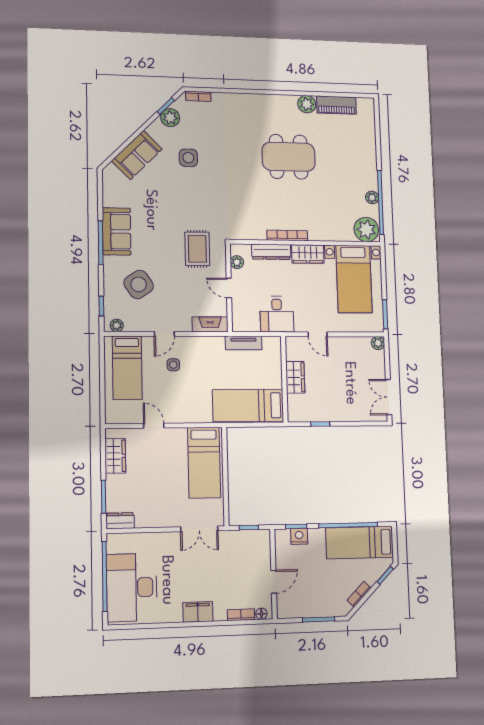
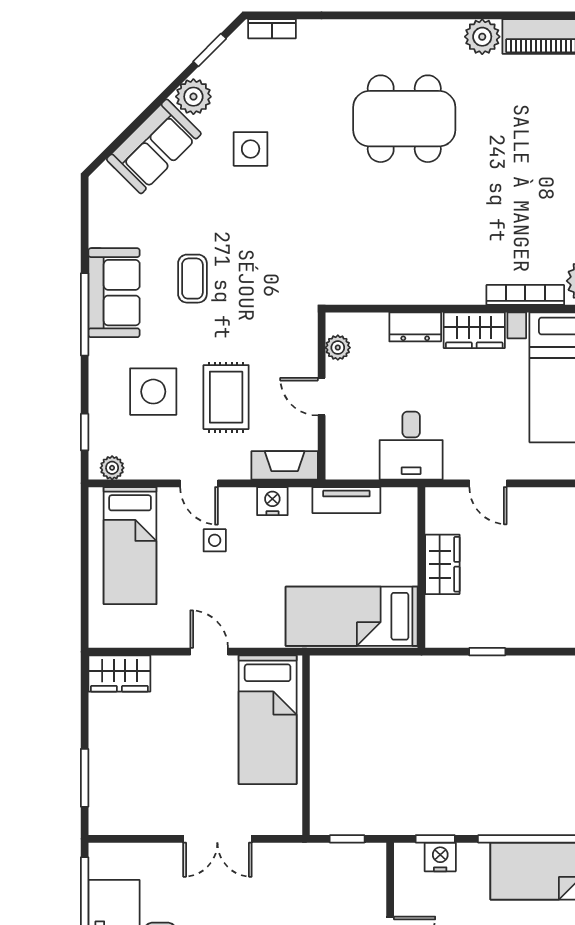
plant: (170, 118) -> (193, 97), moved
dining table: (289, 157) -> (404, 119), moved
coffee table: (159, 225) -> (192, 279), added
bookcase: (287, 235) -> (525, 295), moved
rug: (197, 249) -> (226, 397), moved
dresser: (271, 252) -> (415, 327), width x0.70
side table: (139, 284) -> (153, 392), turned 34
door: (164, 334) -> (199, 483), hinge flipped
nightstand: (204, 344) -> (272, 501), added
door: (154, 426) -> (209, 652), moved
wardrobe: (115, 456) -> (119, 674), moved, turned 90
dresser: (120, 521) -> (113, 821), removed
double door: (199, 529) -> (217, 839), moved

